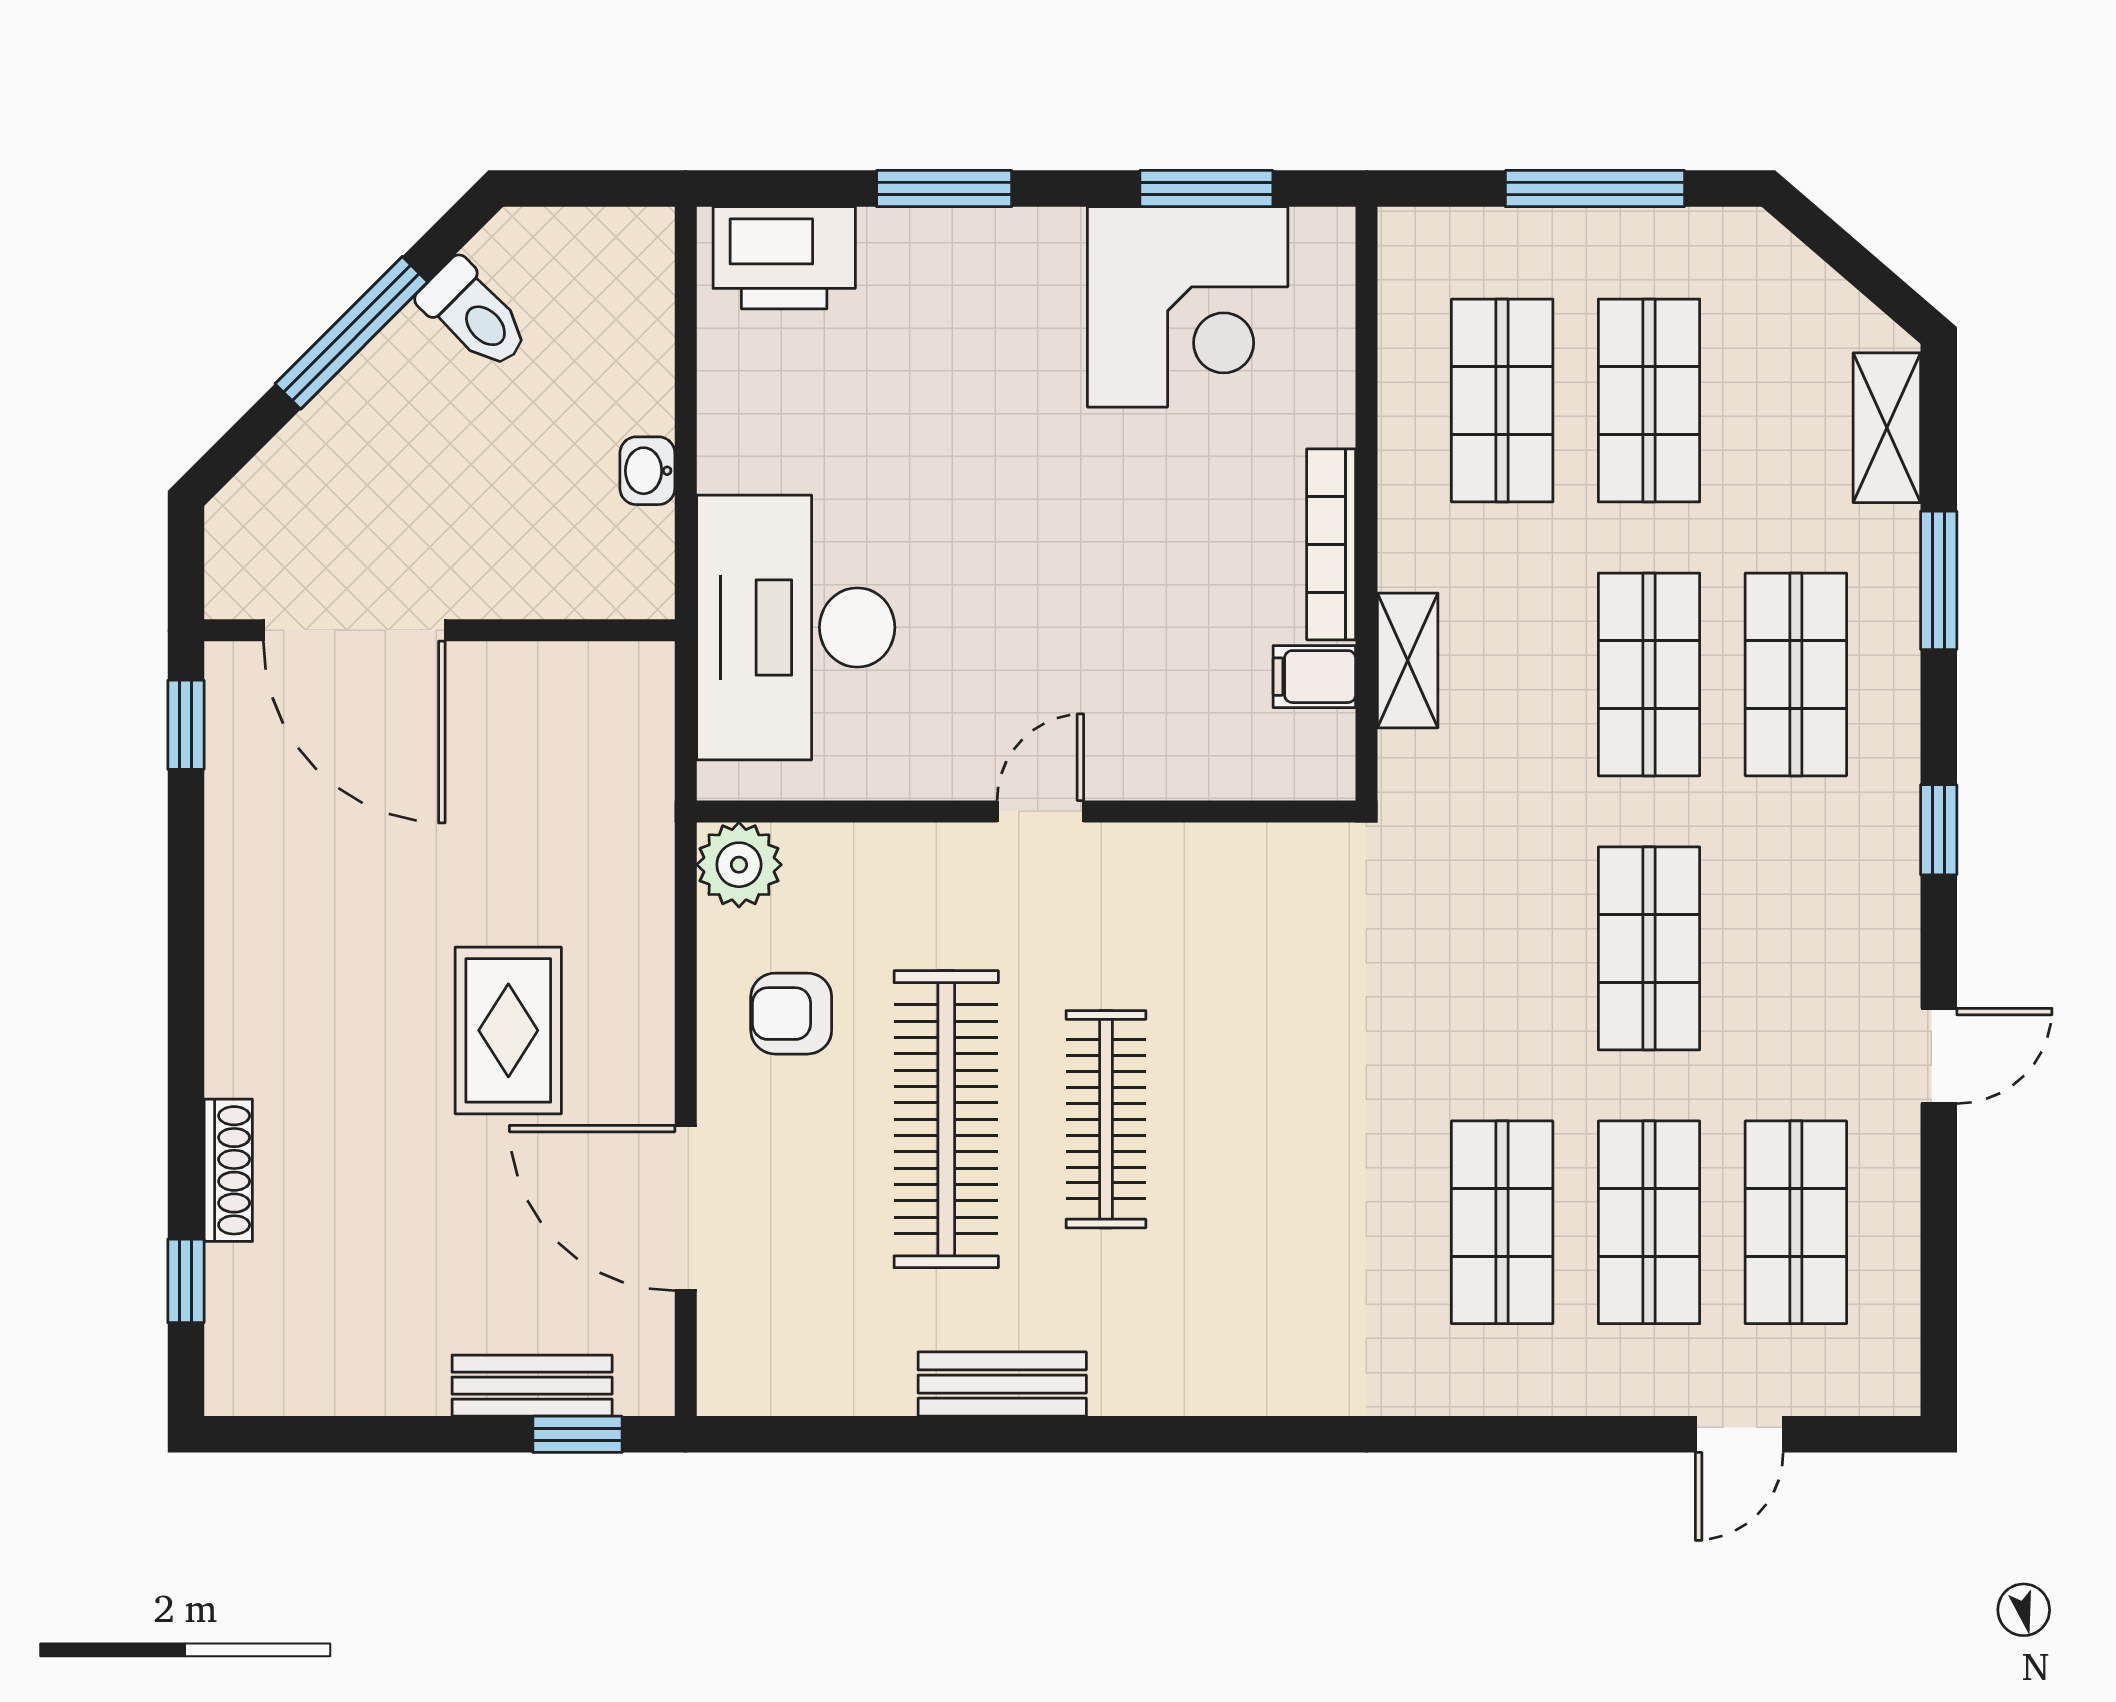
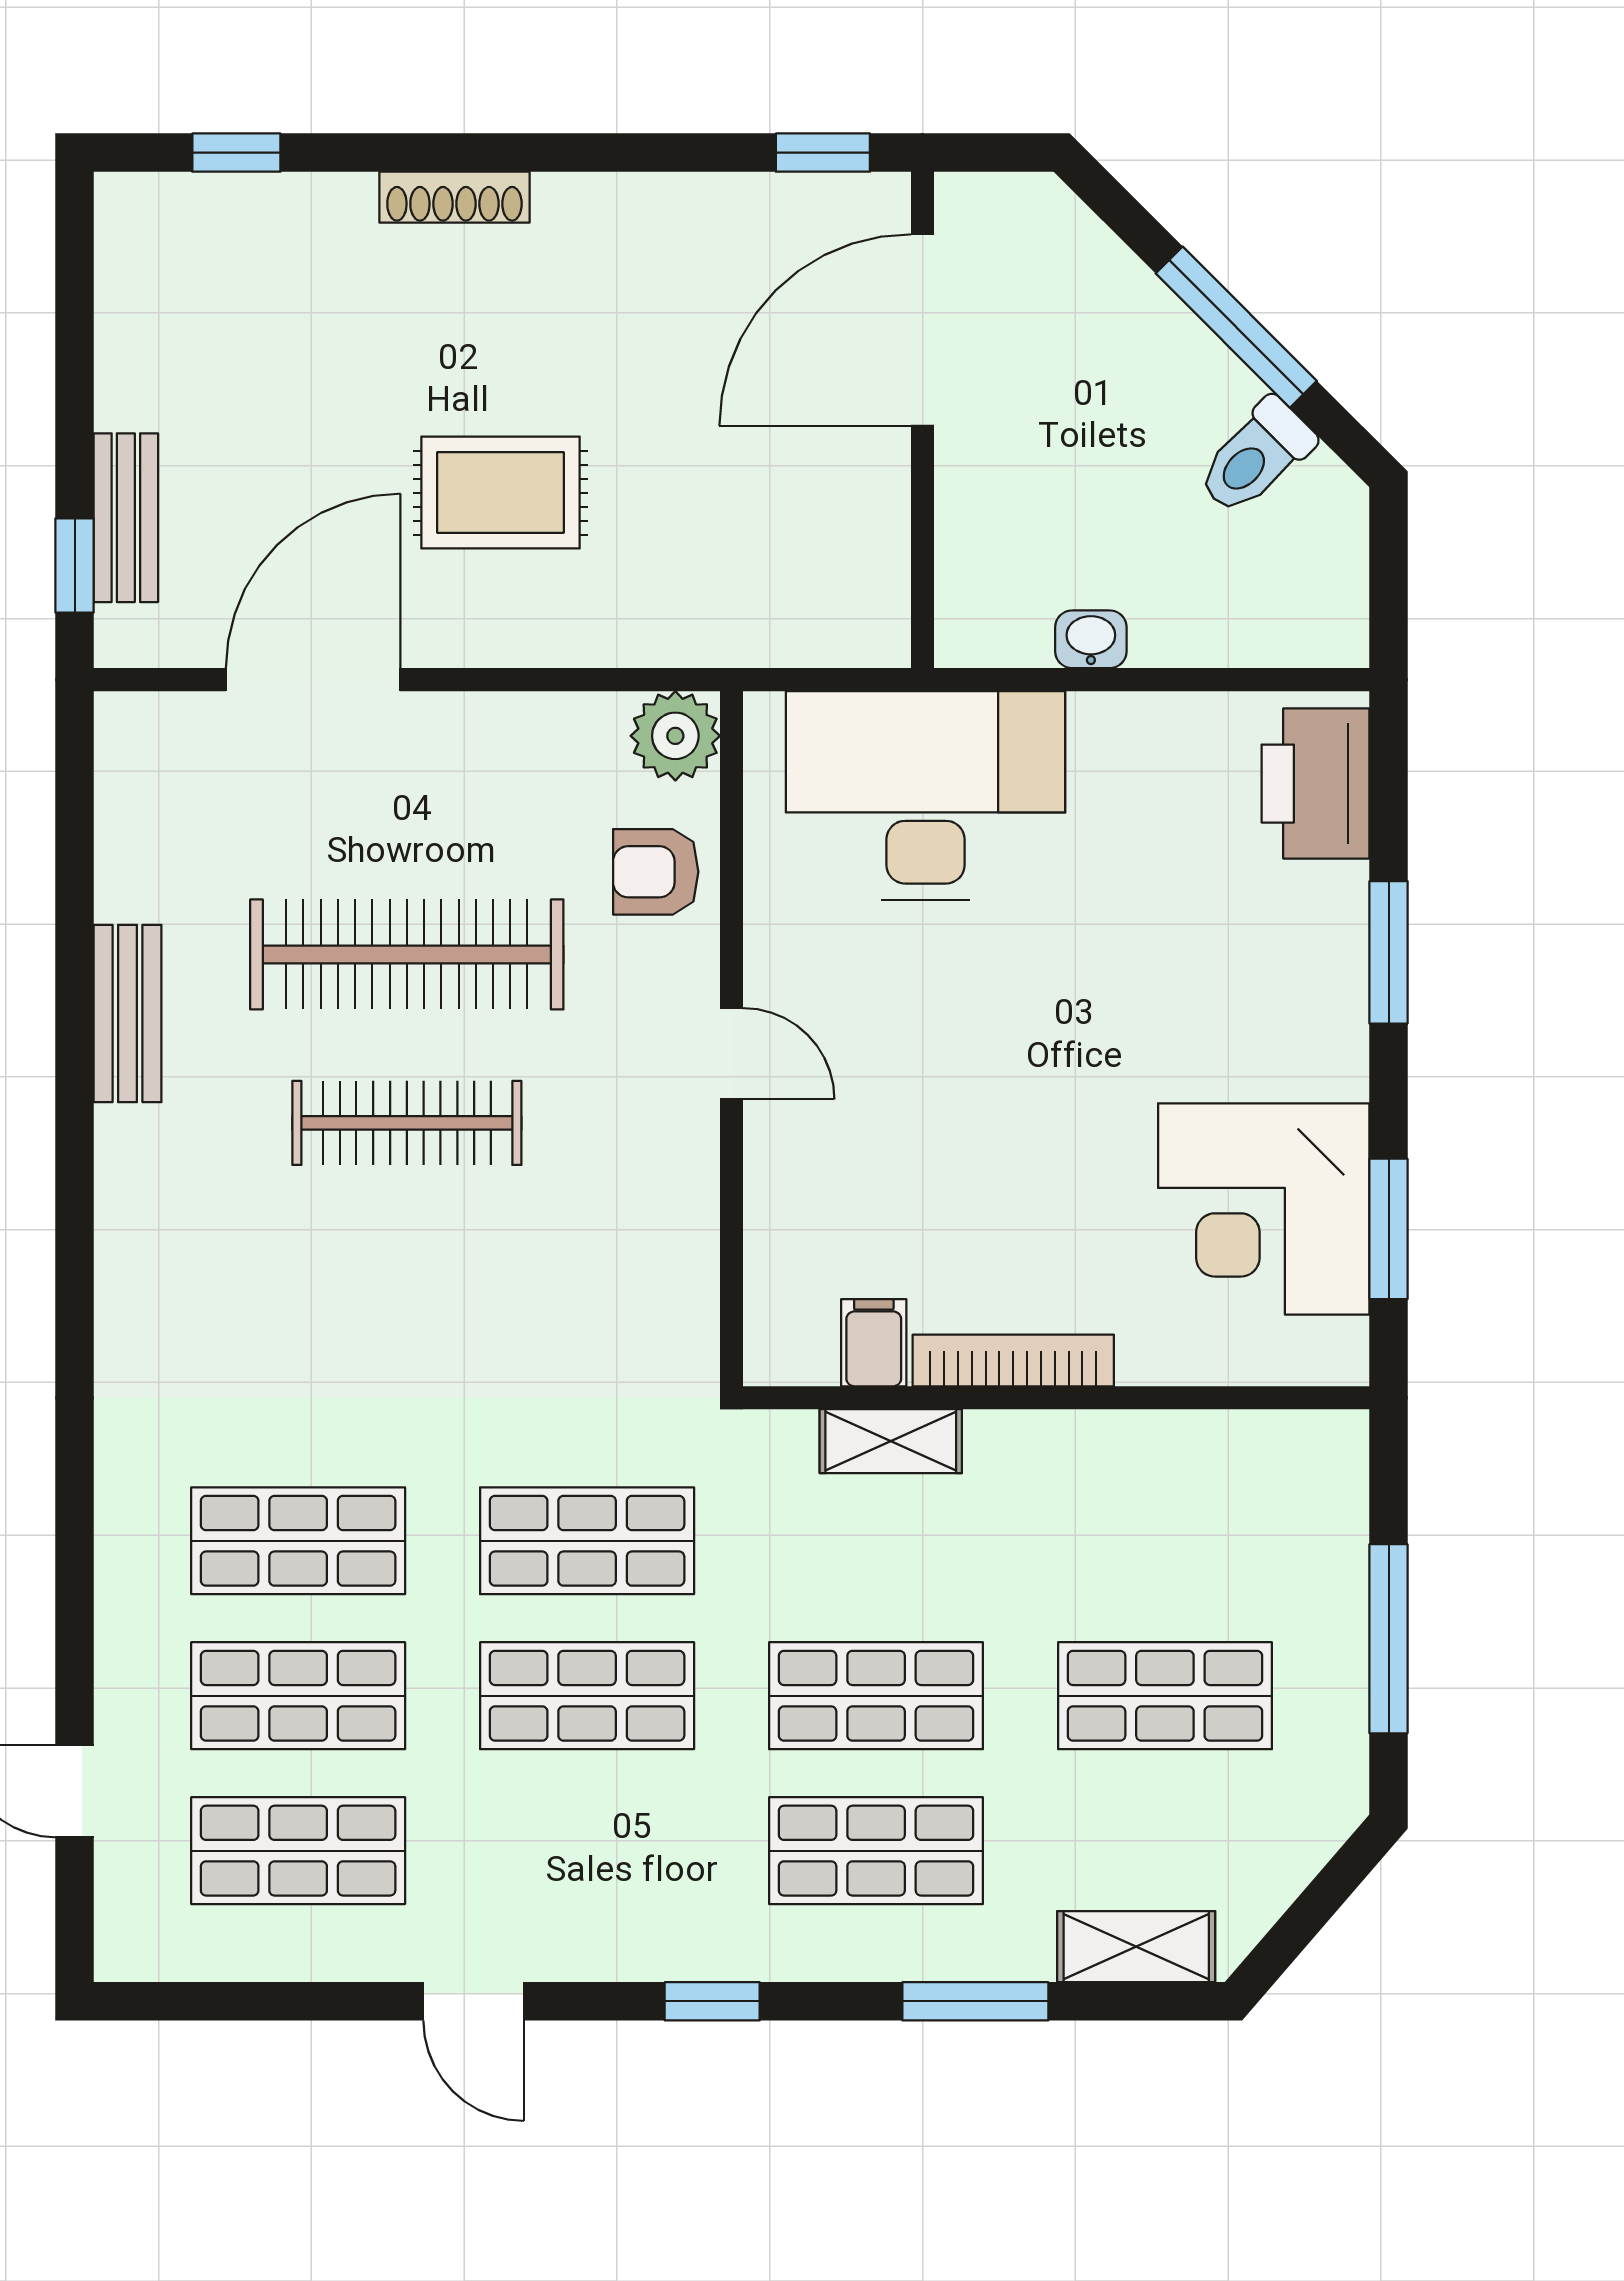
shop shelf: (1502, 400) -> (587, 1541), moved
armchair: (791, 1014) -> (656, 872), moved, turned -90
shoe rack: (228, 1170) -> (454, 197), moved

